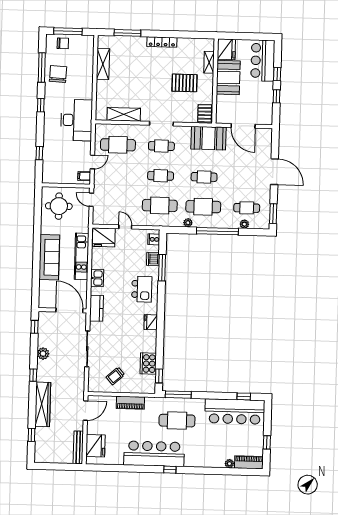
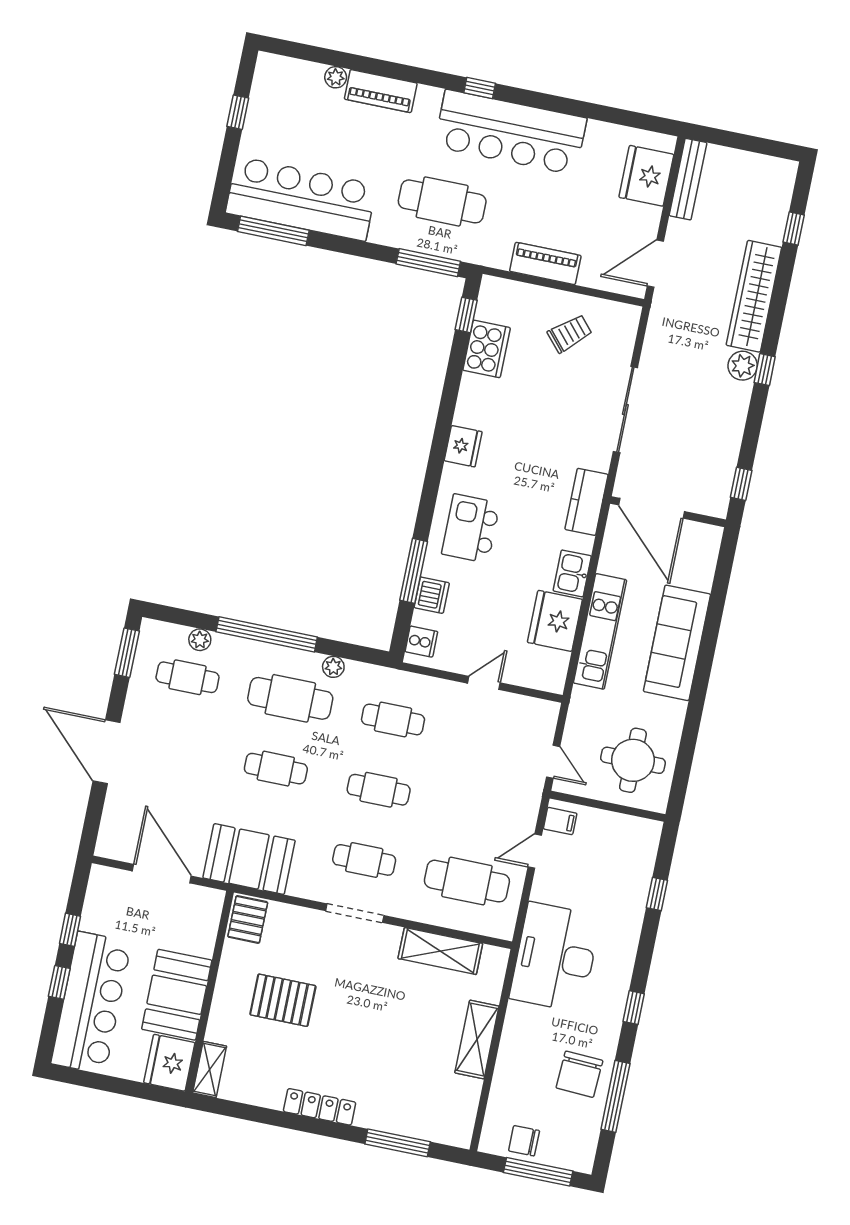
chair: (63, 43) -> (524, 1141), moved
bar counter: (263, 61) -> (91, 1003), width x1.36
shelving: (209, 62) -> (210, 1069), moved
shelving: (103, 64) -> (477, 1039), moved
cafe table: (160, 205) -> (393, 719), width x0.73, depth x0.74
door: (125, 227) -> (484, 683), swing flipped
fridge: (104, 237) -> (555, 621), moved, turned -90
plant: (43, 354) -> (743, 366), moved
window: (244, 396) -> (273, 231), width x2.17
piano: (249, 462) -> (381, 91), moved

